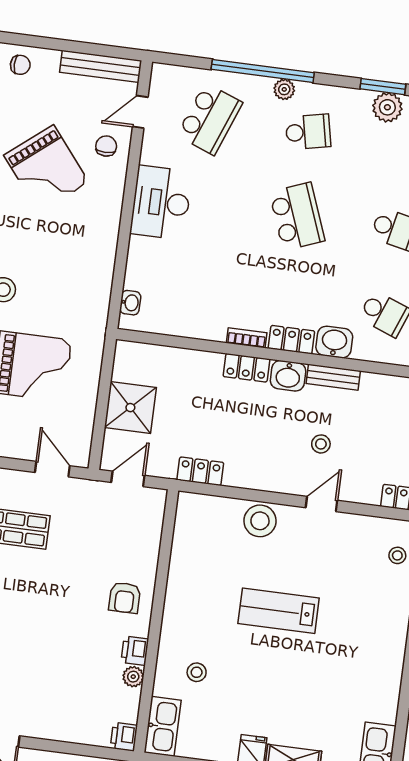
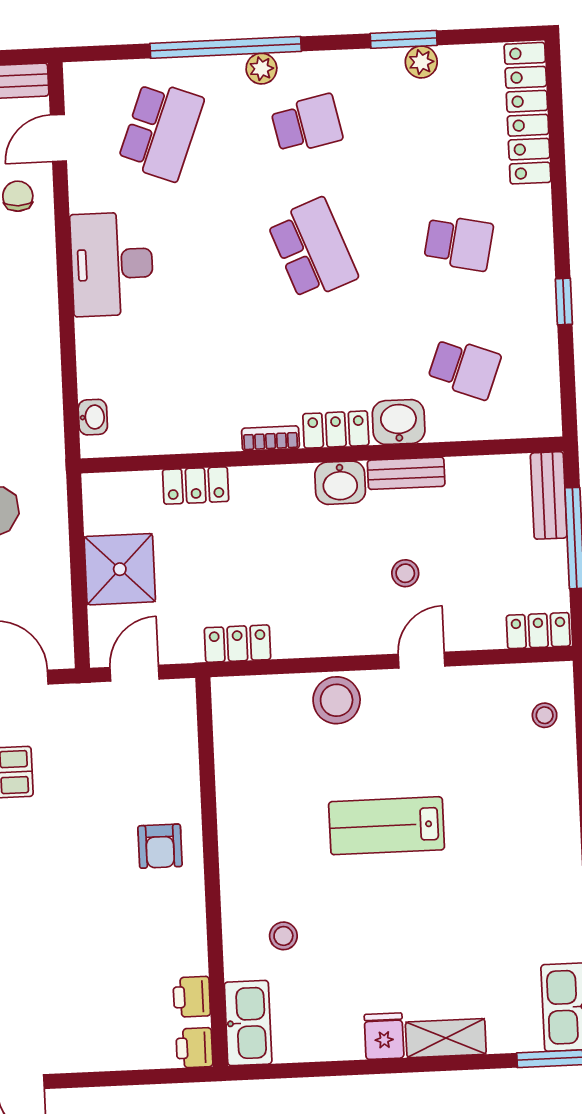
plant: (387, 107) -> (421, 62), width x0.73, depth x0.73
locker: (246, 368) -> (196, 486), moved
printer: (135, 651) -> (192, 997), moved
plant: (133, 677) -> (193, 958), removed

